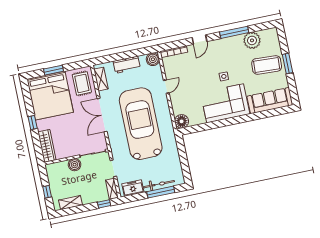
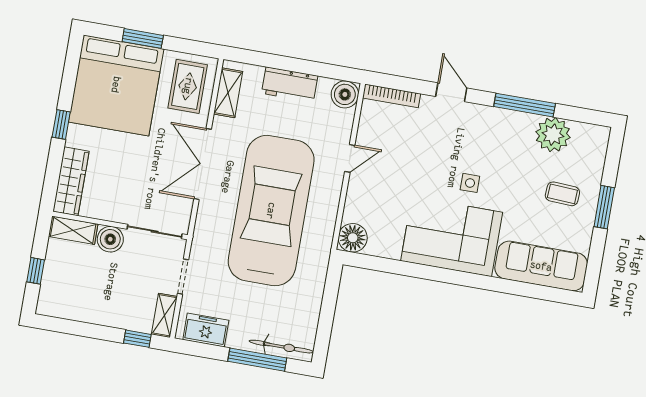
door: (200, 40) -> (451, 92), swing flipped
coffee table: (267, 65) -> (562, 194), width x0.54, depth x0.58
bicycle: (159, 184) -> (281, 347), moved
shelving: (71, 203) -> (73, 230), moved

